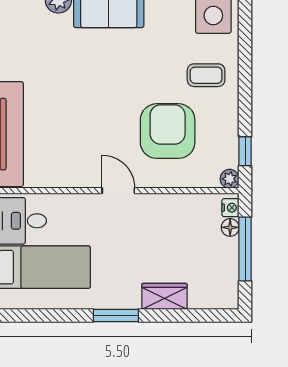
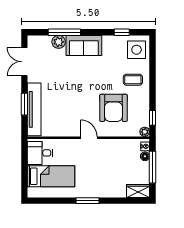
armchair: (168, 131) -> (113, 108), turned 180
wardrobe: (164, 296) -> (138, 191), moved

